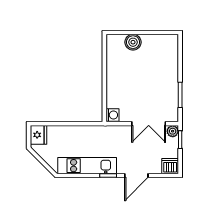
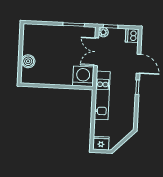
washing machine: (112, 115) -> (83, 76), width x1.89, depth x1.89
double door: (149, 124) -> (96, 52), swing flipped
kitchen unit: (87, 166) -> (102, 95), moved, turned 180

